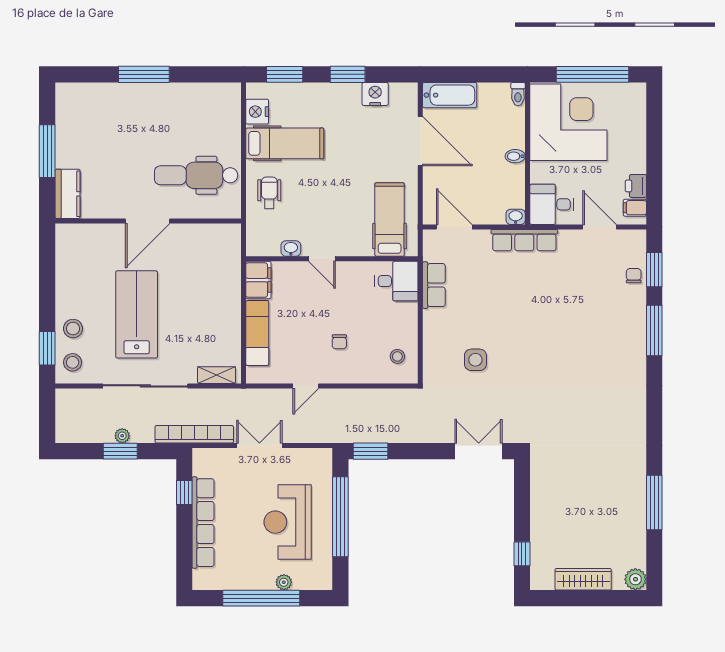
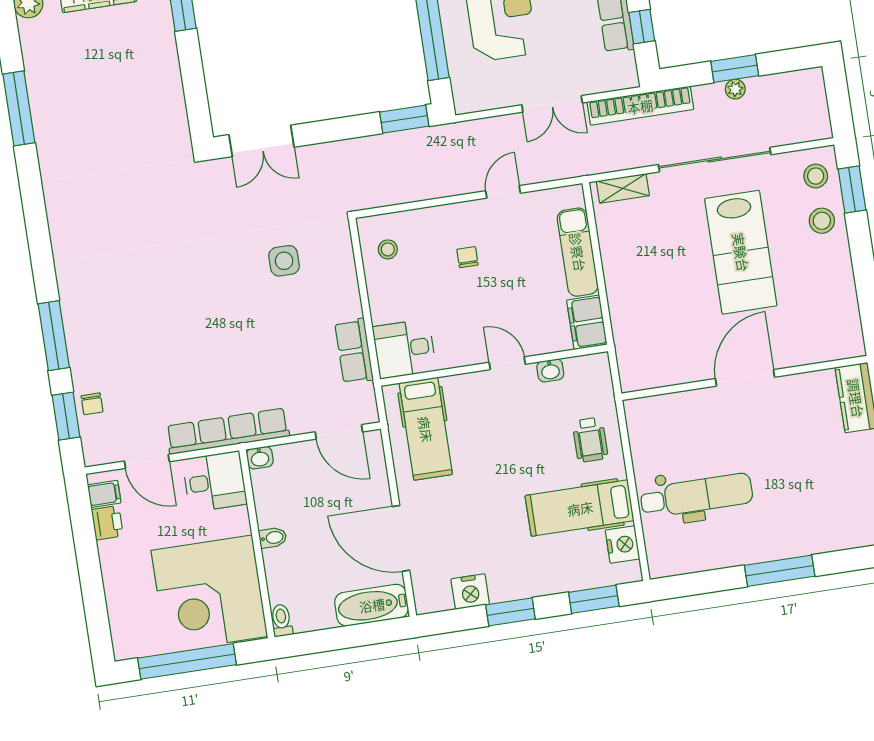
dental chair: (196, 175) -> (697, 496), moved
row of seats: (524, 240) -> (228, 431), width x1.36

